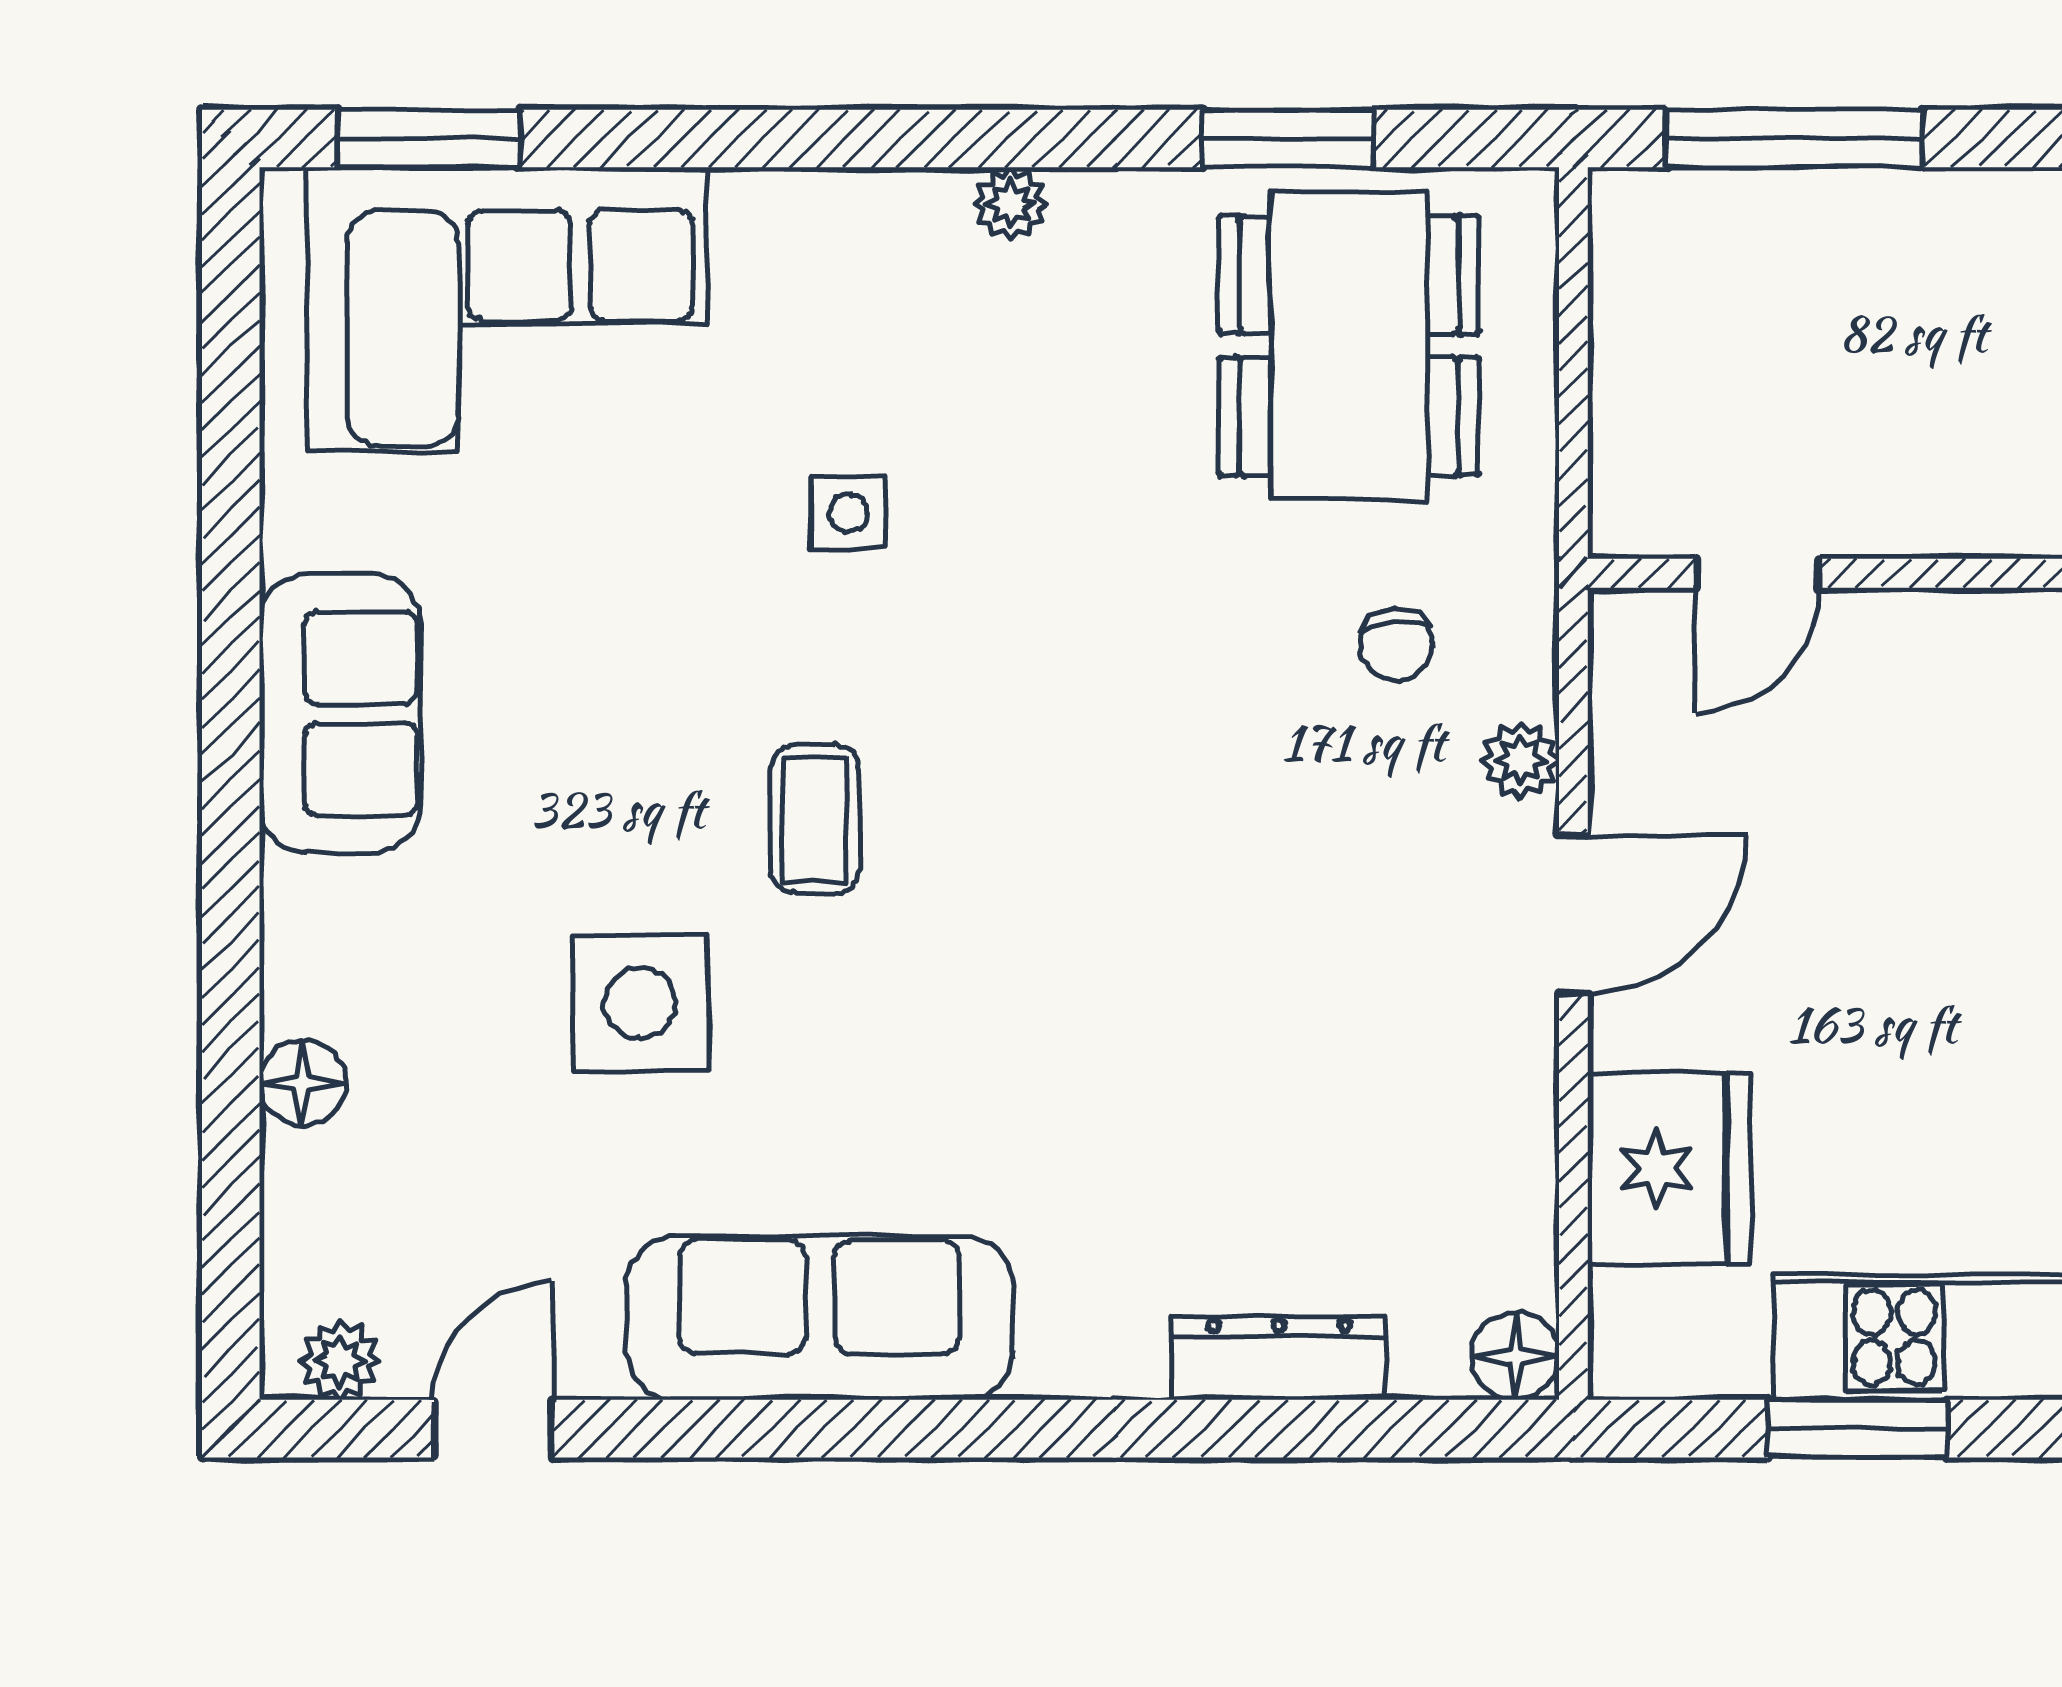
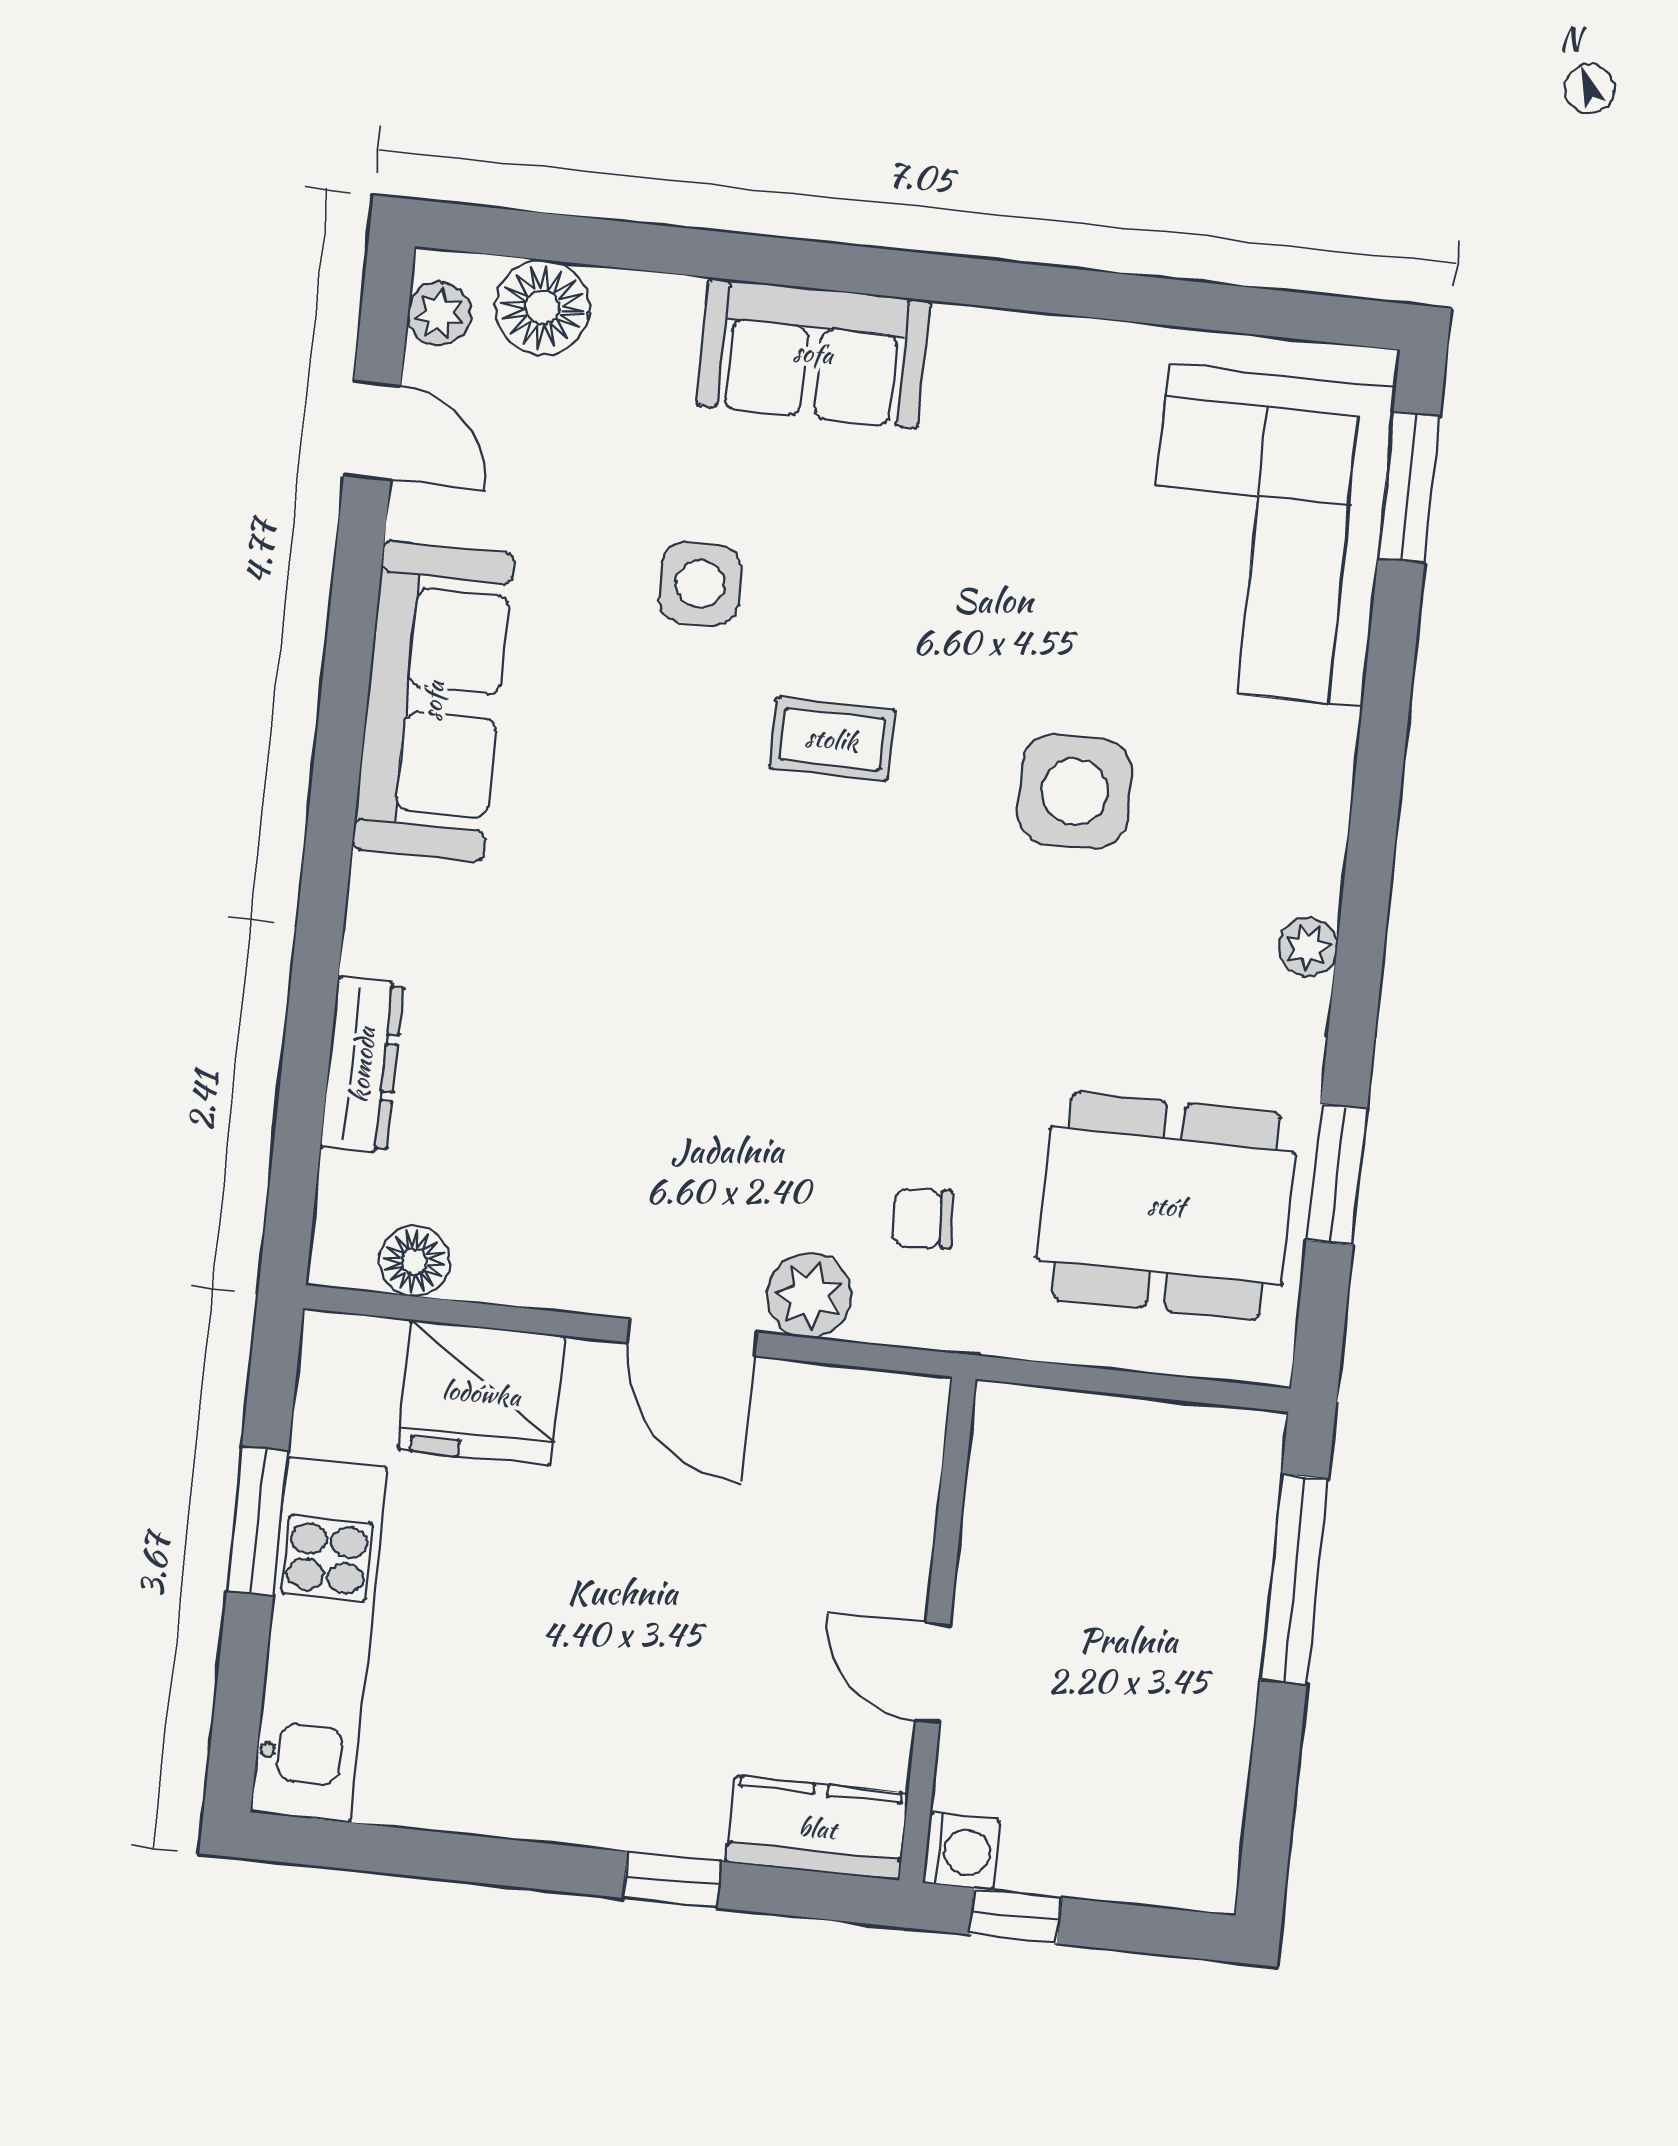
side table: (848, 512) -> (1075, 791), width x1.87, depth x1.87
door: (1757, 573) -> (933, 1673), moved
sofa: (340, 713) -> (813, 353), moved
plant: (1521, 761) -> (809, 1295), width x1.38, depth x1.38
side table: (640, 1003) -> (700, 584), width x0.73, depth x0.73
floor lamp: (302, 1083) -> (542, 307), moved, width x1.38, depth x1.38
floor lamp: (1515, 1356) -> (414, 1261), moved

